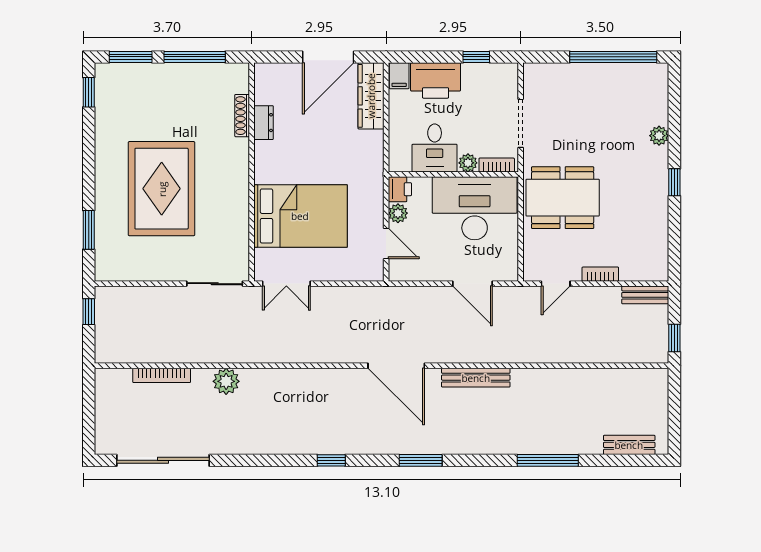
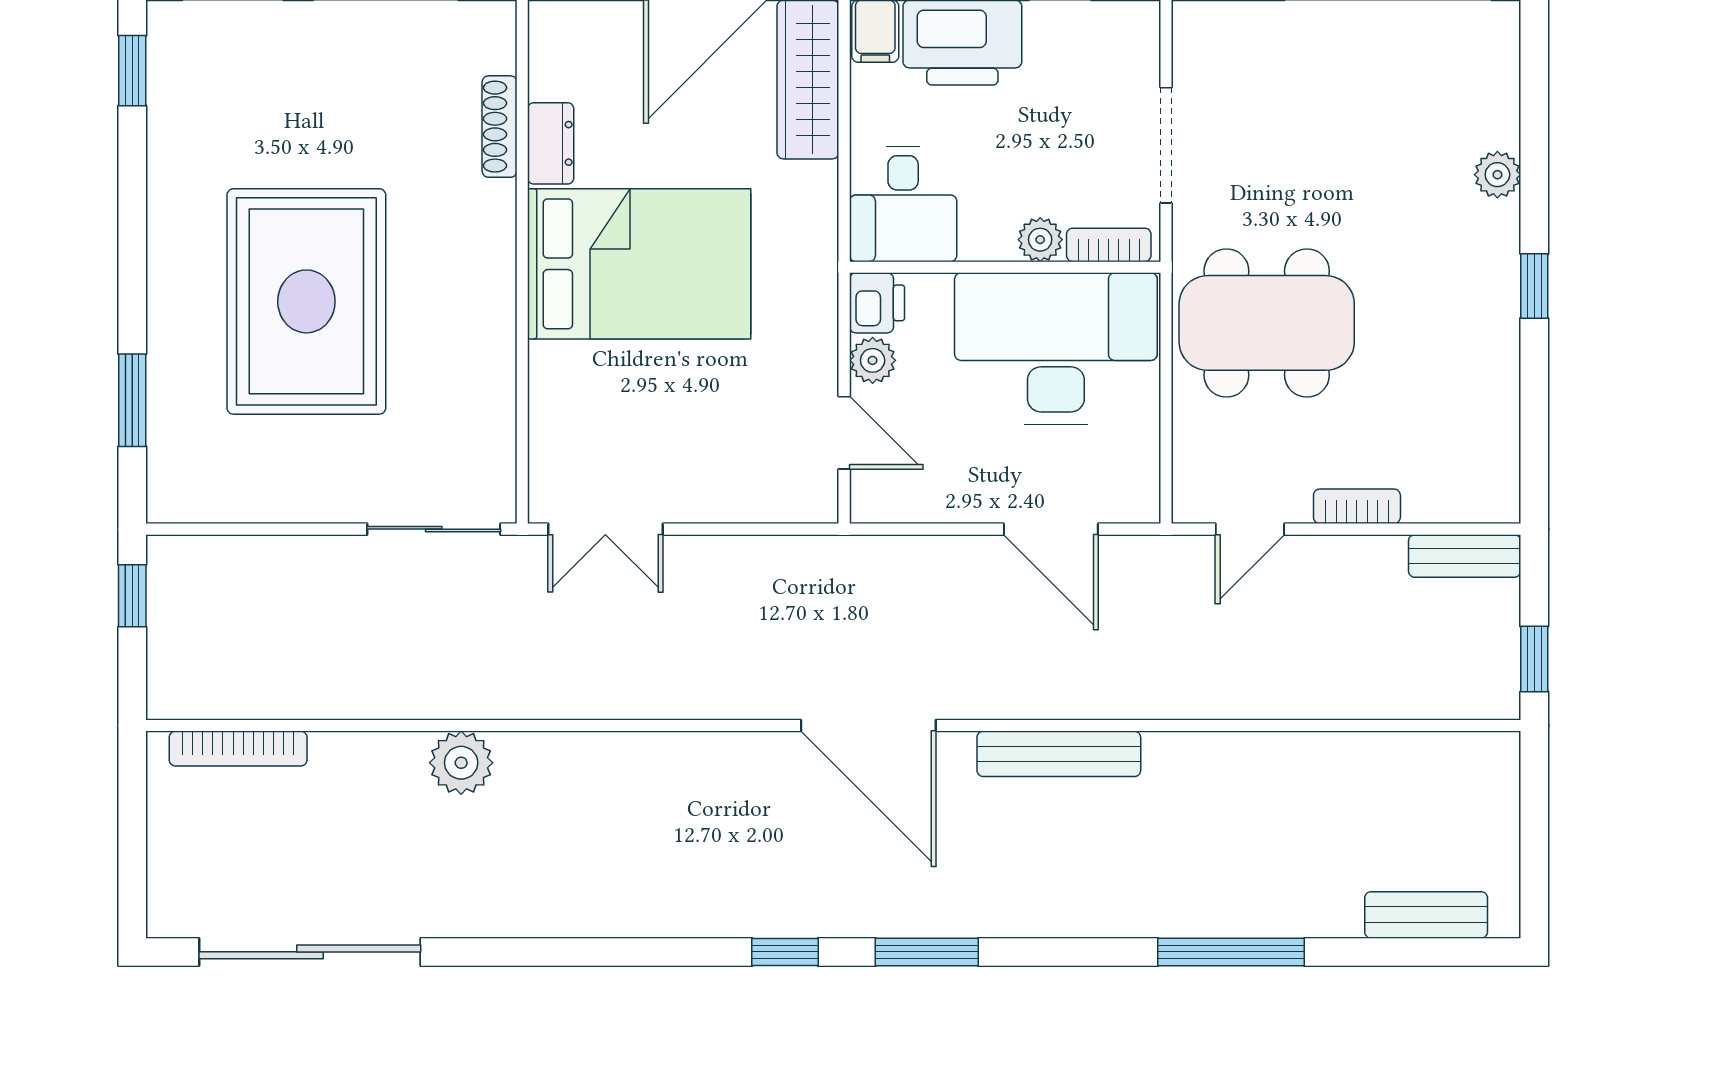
desk: (435, 148) -> (903, 204), moved
bed: (300, 216) -> (639, 264), moved
bookcase: (162, 375) -> (238, 749), moved
window: (331, 460) -> (785, 952), moved

